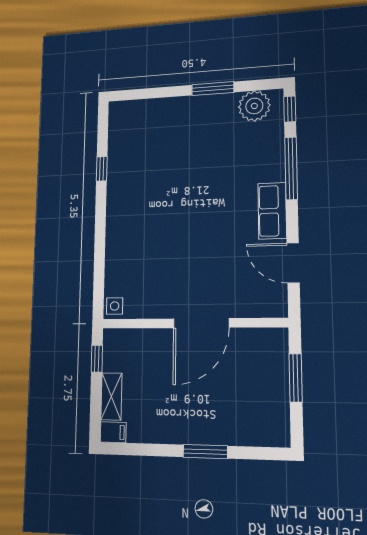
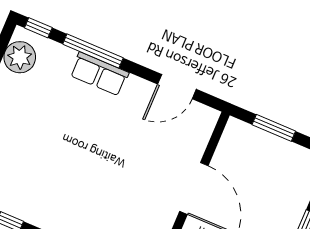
row of seats: (272, 211) -> (99, 74), moved

